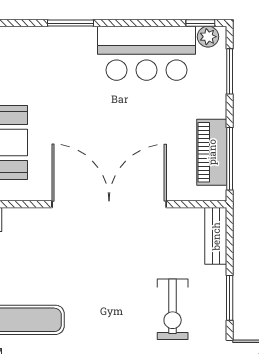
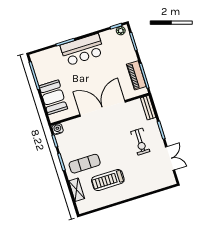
bar counter: (147, 53) -> (82, 50), moved

